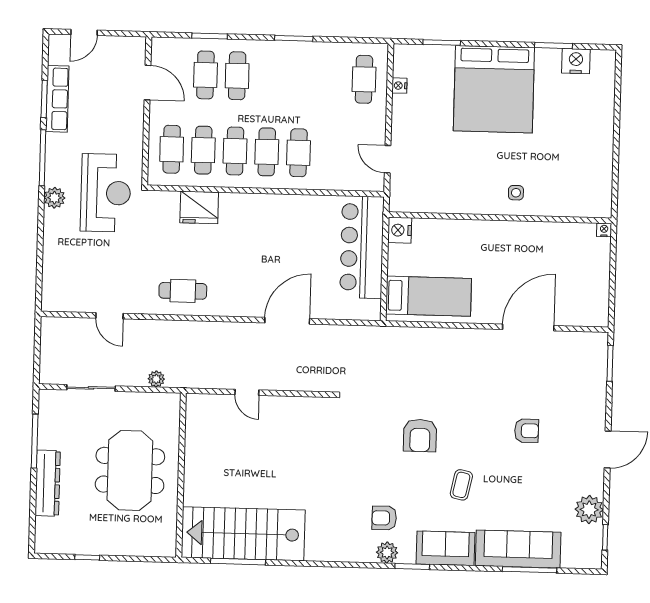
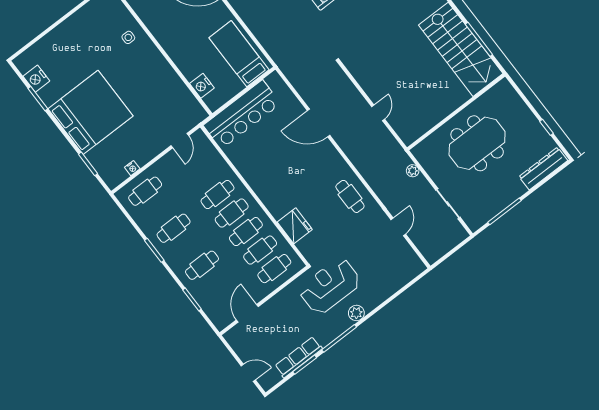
cafe table: (205, 75) -> (174, 228), moved
side table: (516, 193) -> (128, 37), moved
nightstand: (400, 230) -> (202, 86), moved, turned 90
dresser: (48, 483) -> (543, 168), moved

